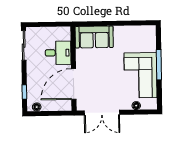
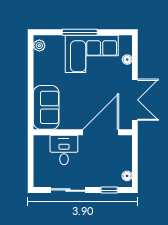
plant: (147, 30) -> (39, 46), added
sliding door: (24, 46) -> (68, 190), moved
door: (74, 84) -> (101, 132), swing flipped

